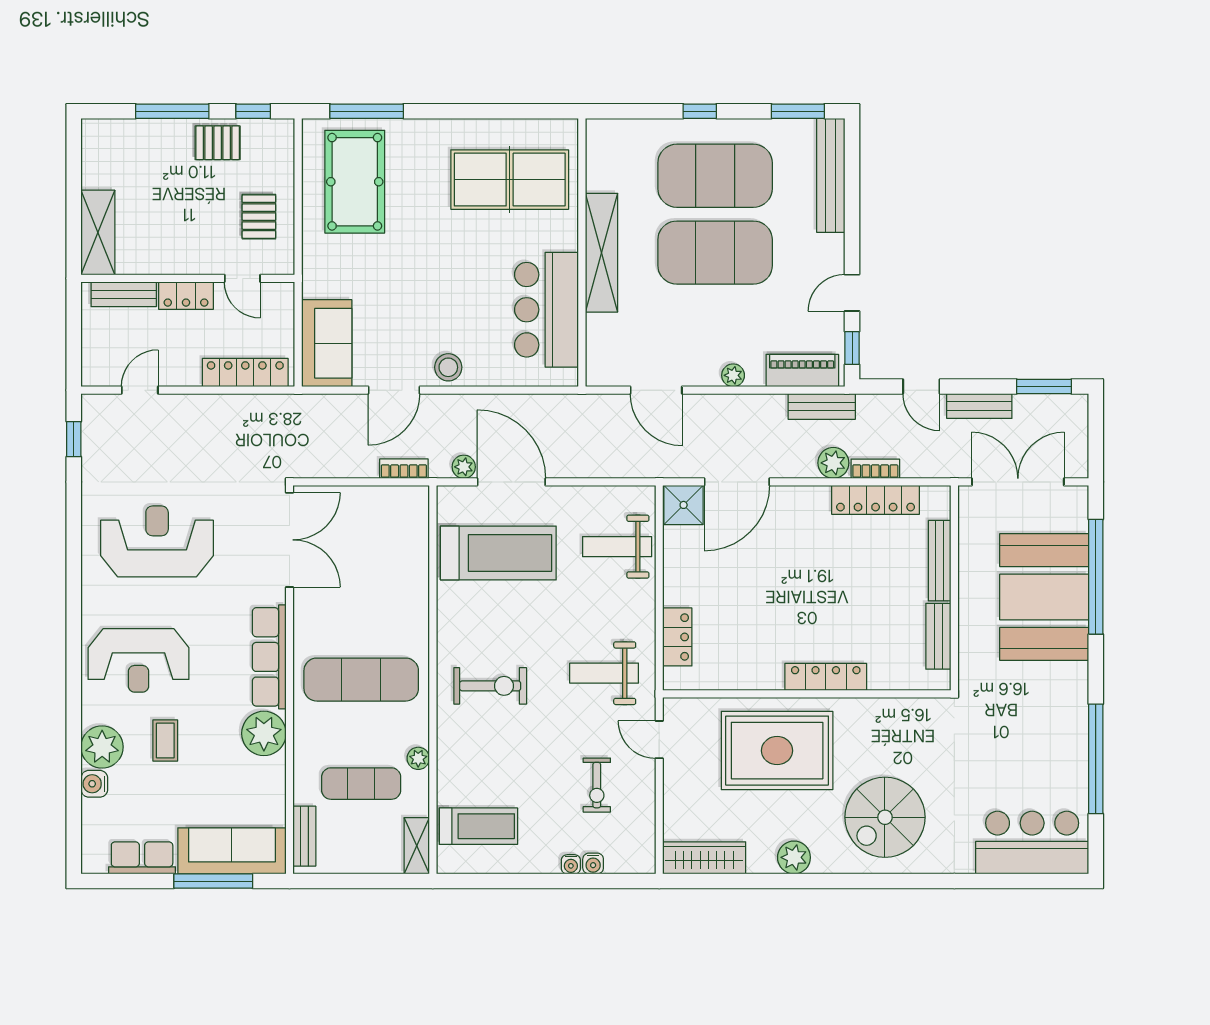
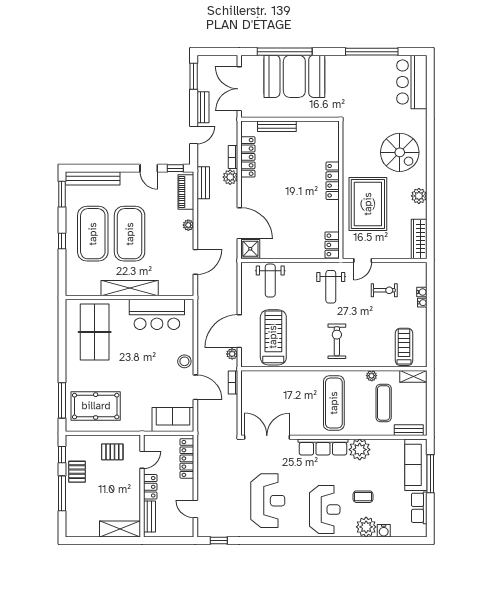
reception desk: (157, 541) -> (268, 501), turned 180
bench: (938, 636) -> (313, 127), removed
locker: (677, 637) -> (332, 245), moved, turned -90

